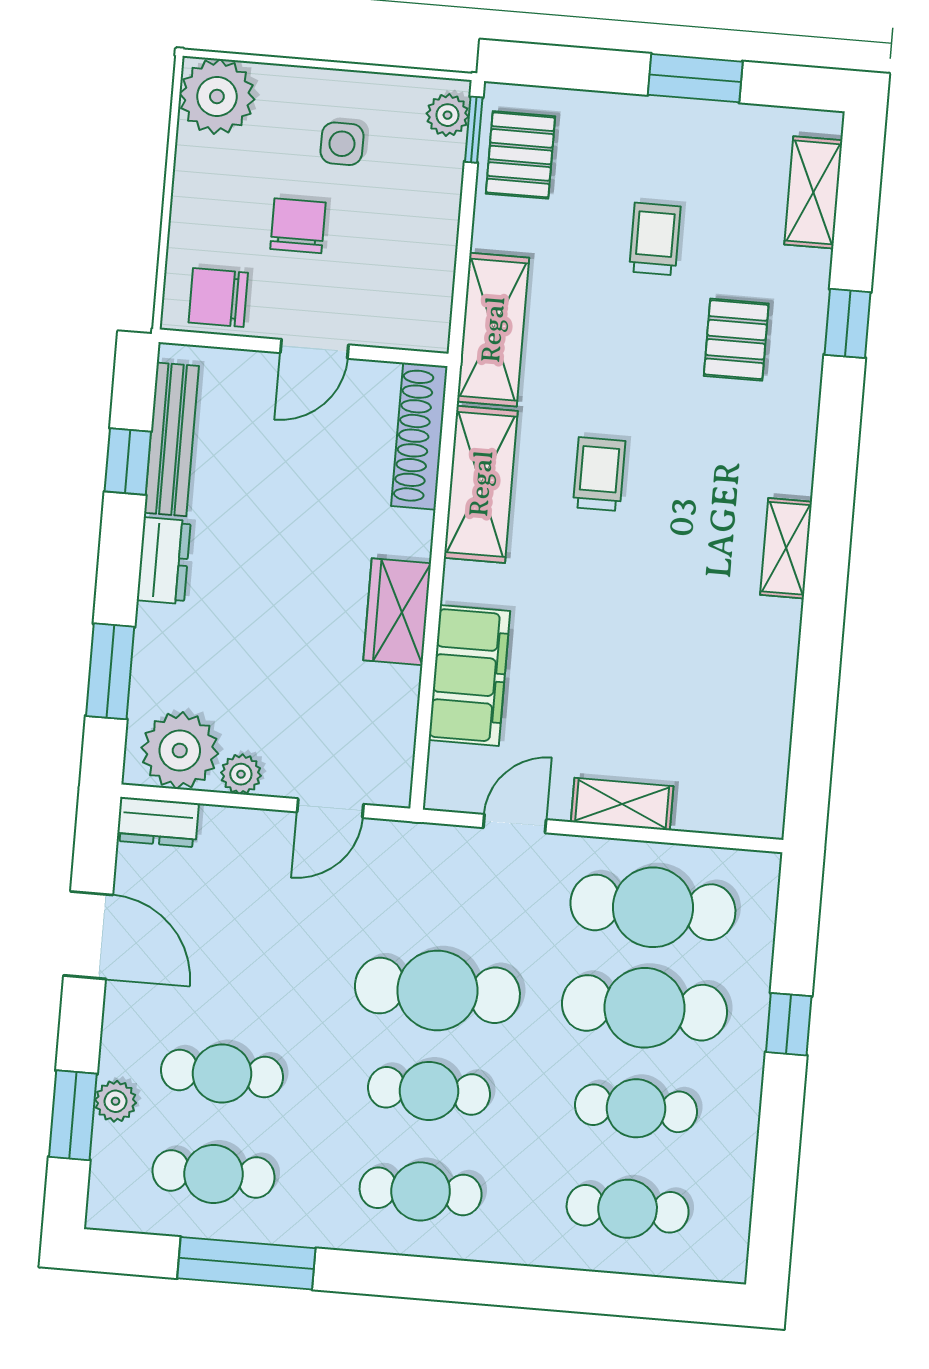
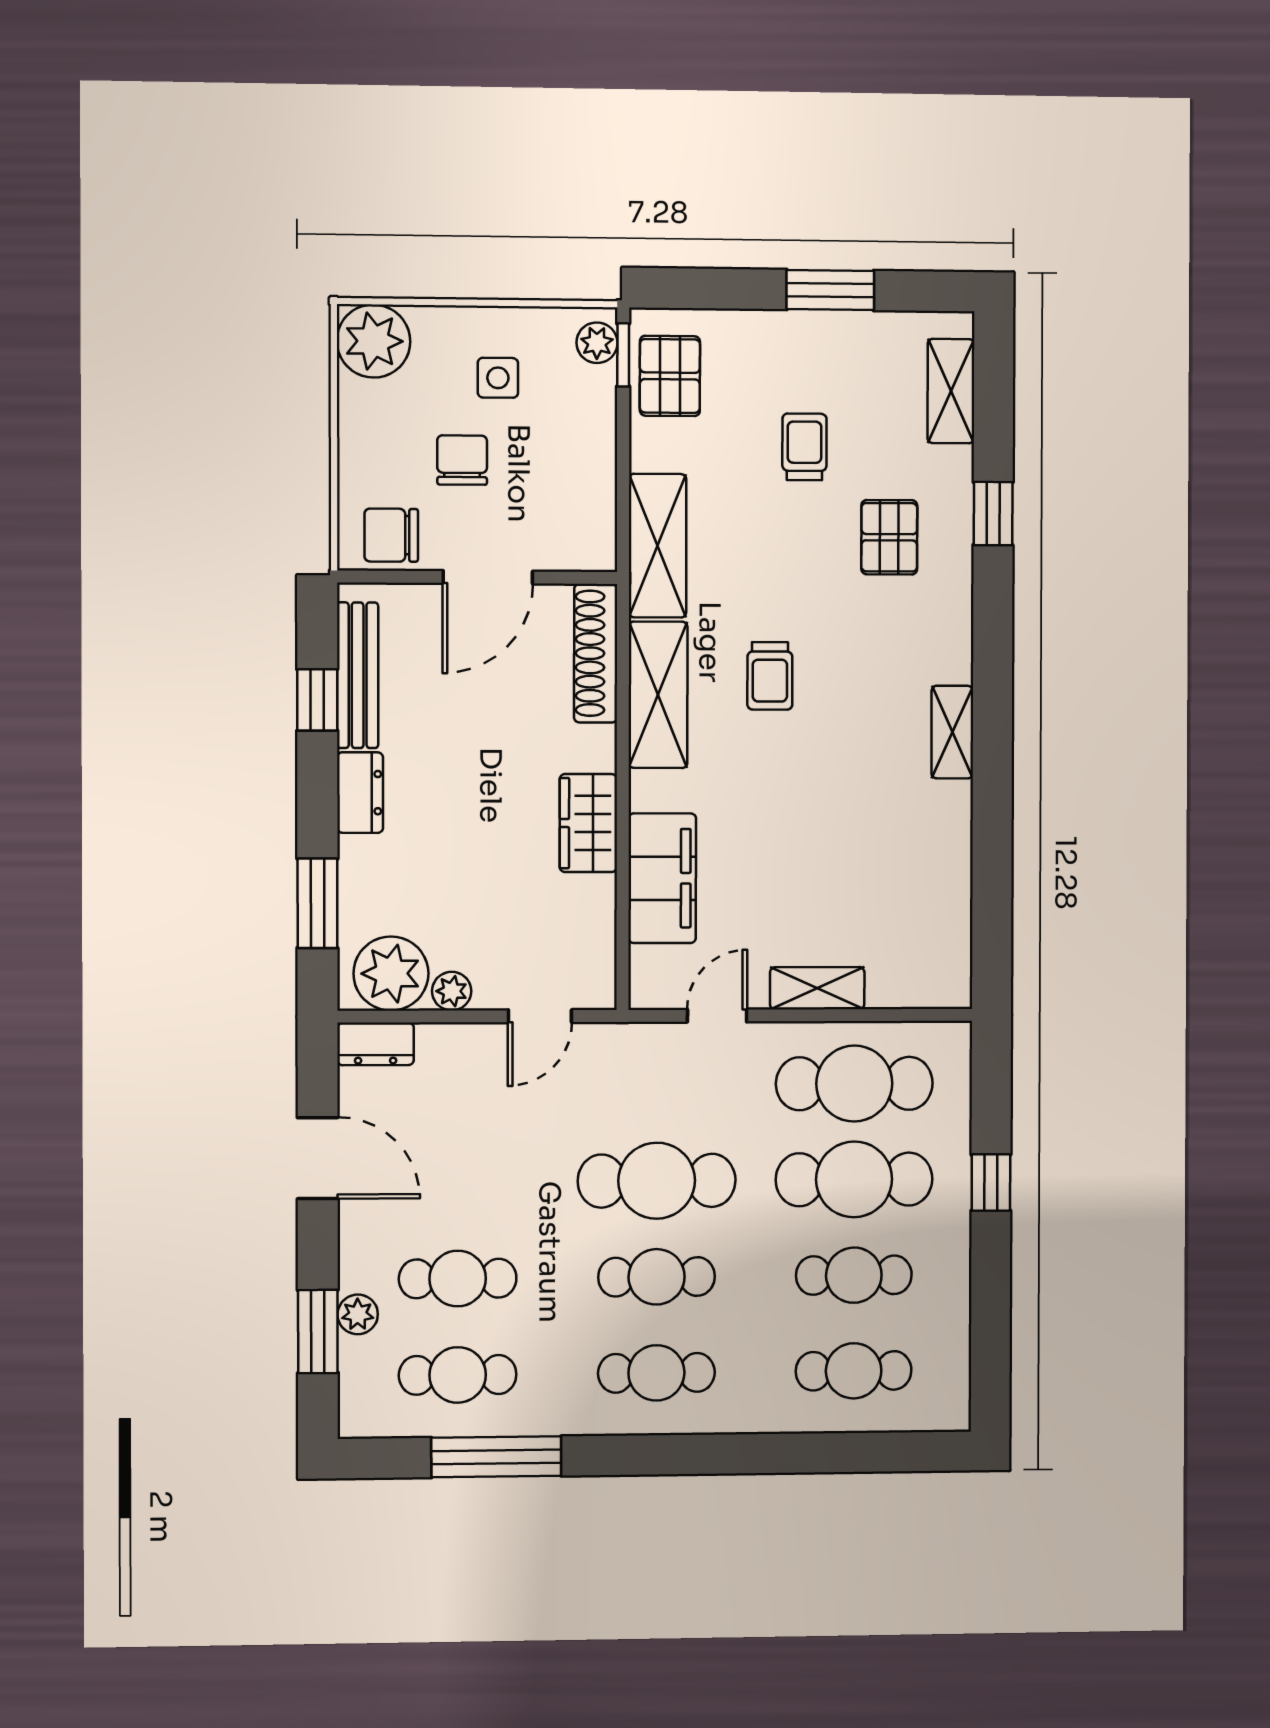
door: (314, 349) -> (488, 577), width x1.38
trolley: (599, 474) -> (770, 676), turned 180

